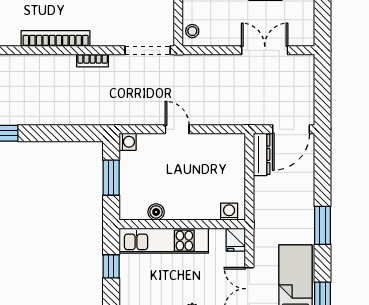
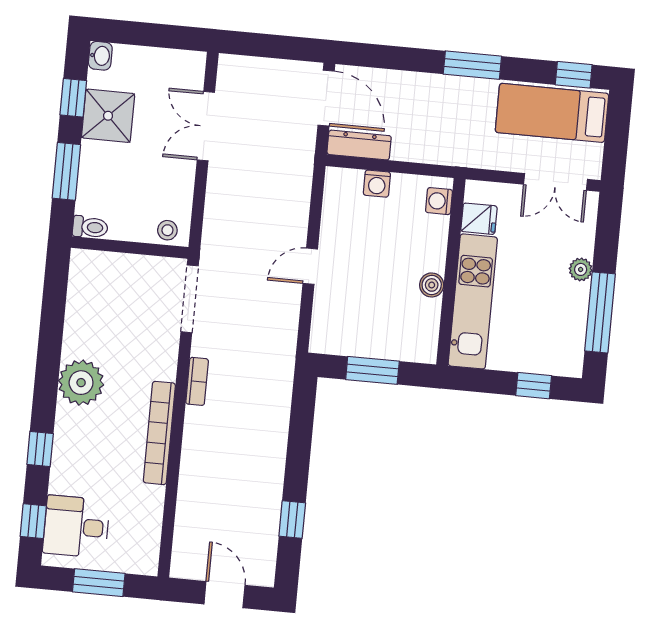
washing machine: (128, 142) -> (377, 184), moved, turned 180
boiler: (156, 212) -> (432, 285), moved
fridge: (236, 240) -> (479, 219), moved
window: (111, 266) -> (534, 386), moved

